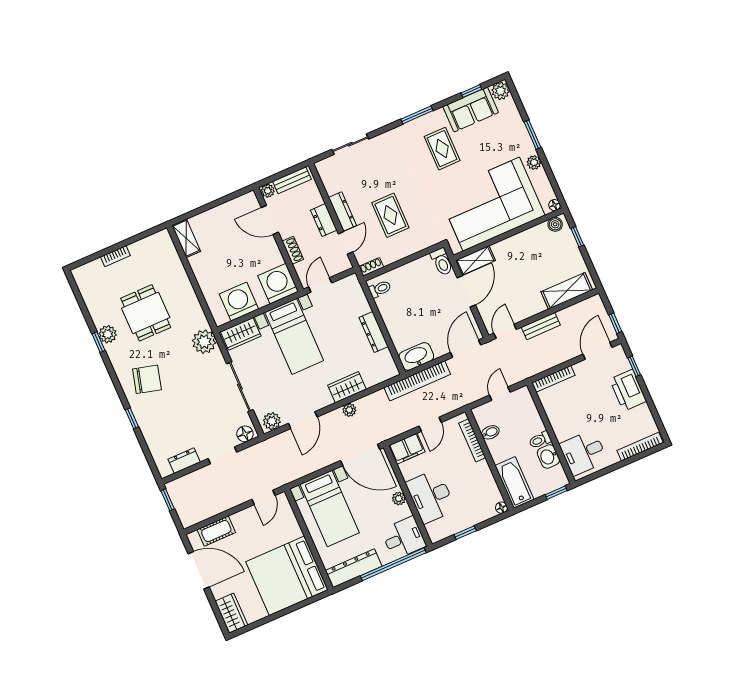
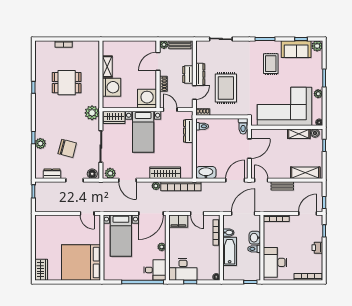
rug: (390, 215) -> (226, 88), width x1.36, depth x1.43
door: (270, 220) -> (158, 61), hinge flipped
shelving: (186, 238) -> (107, 67), moved
shelving: (475, 260) -> (299, 134), moved
door: (320, 285) -> (170, 110), hinge flipped
washing machine: (239, 301) -> (111, 87), moved, turned 90
dining table: (146, 313) -> (67, 83), turned 90
door: (505, 331) -> (261, 180), hinge flipped
dresser: (374, 332) -> (188, 131), moved
plant: (108, 334) -> (40, 143), moved
chair: (147, 379) -> (67, 148), moved
bookcase: (417, 381) -> (181, 186), moved
wardrobe: (347, 387) -> (165, 173), width x1.50
printer: (628, 390) -> (317, 248), width x0.53, depth x0.68
door: (500, 394) -> (243, 213), width x1.87
door: (303, 420) -> (128, 180), hinge flipped
door: (430, 424) -> (197, 213), hinge flipped
desk: (584, 453) -> (275, 262), width x1.37
door: (360, 455) -> (151, 213), hinge flipped
washbasin: (548, 456) -> (255, 238), moved
bathtub: (514, 482) -> (230, 251), moved
desk: (431, 496) -> (183, 269), moved, turned -90
door: (264, 497) -> (87, 213), hinge flipped
cot: (216, 531) -> (53, 221), removed
dresser: (354, 568) -> (120, 275), removed
door: (199, 570) -> (33, 238), removed

